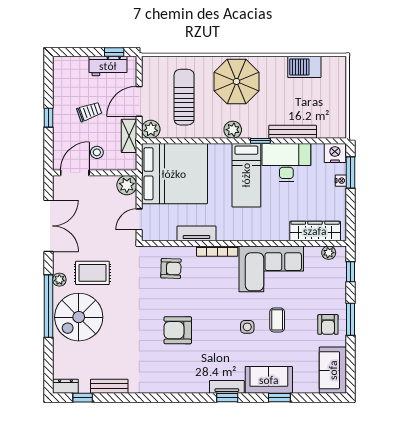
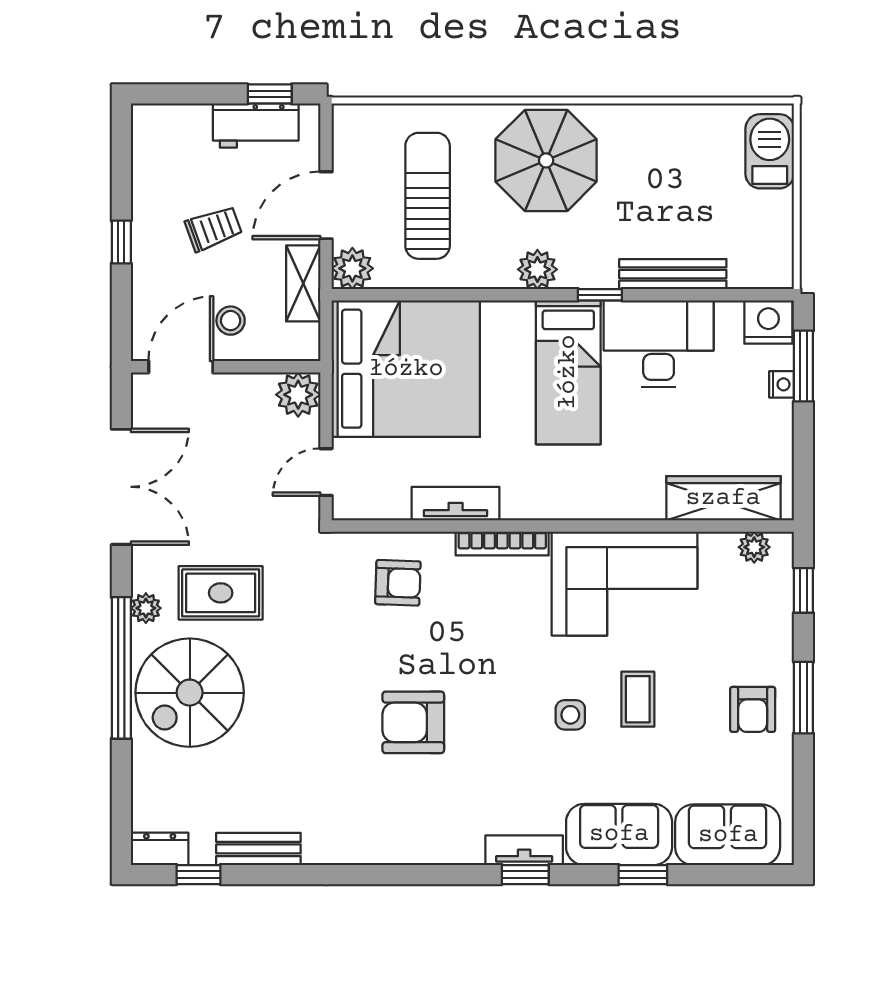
barbecue: (304, 67) -> (770, 151), moved, turned 90
sofa: (333, 370) -> (728, 835), moved, turned 90

